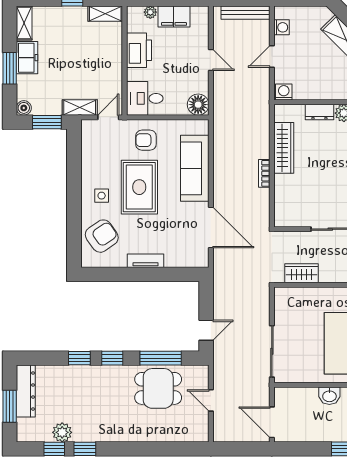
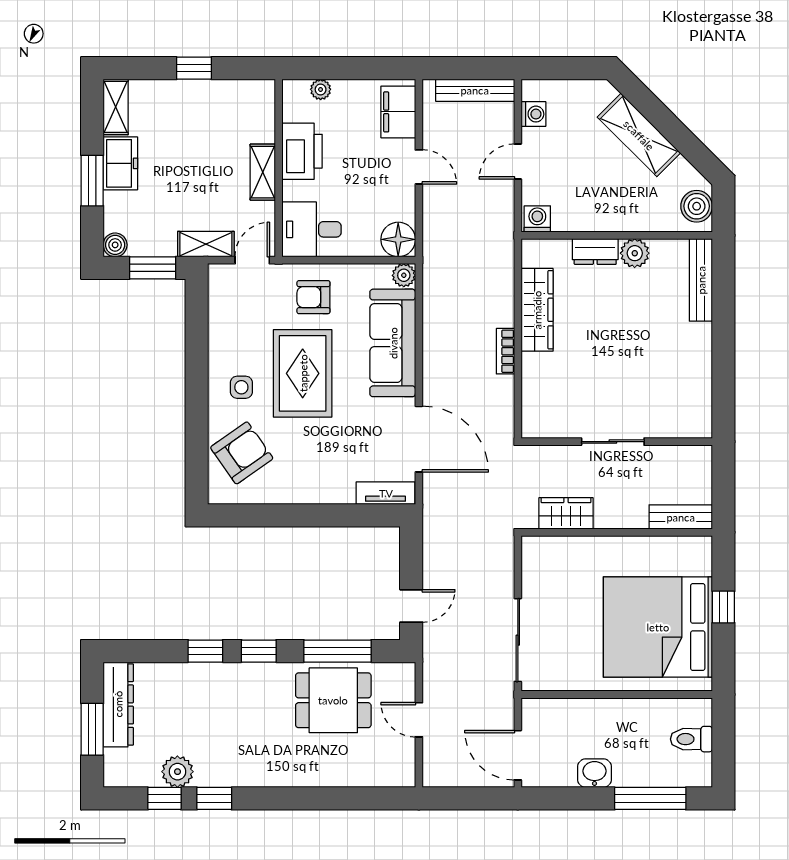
shelving: (105, 14) -> (263, 172), moved, turned 90
filing cabinet: (174, 17) -> (398, 112), moved, turned 90
plant: (202, 127) -> (404, 275), added
tv unit: (146, 261) -> (386, 493), moved
washbasin: (329, 396) -> (594, 773), moved, turned 180

